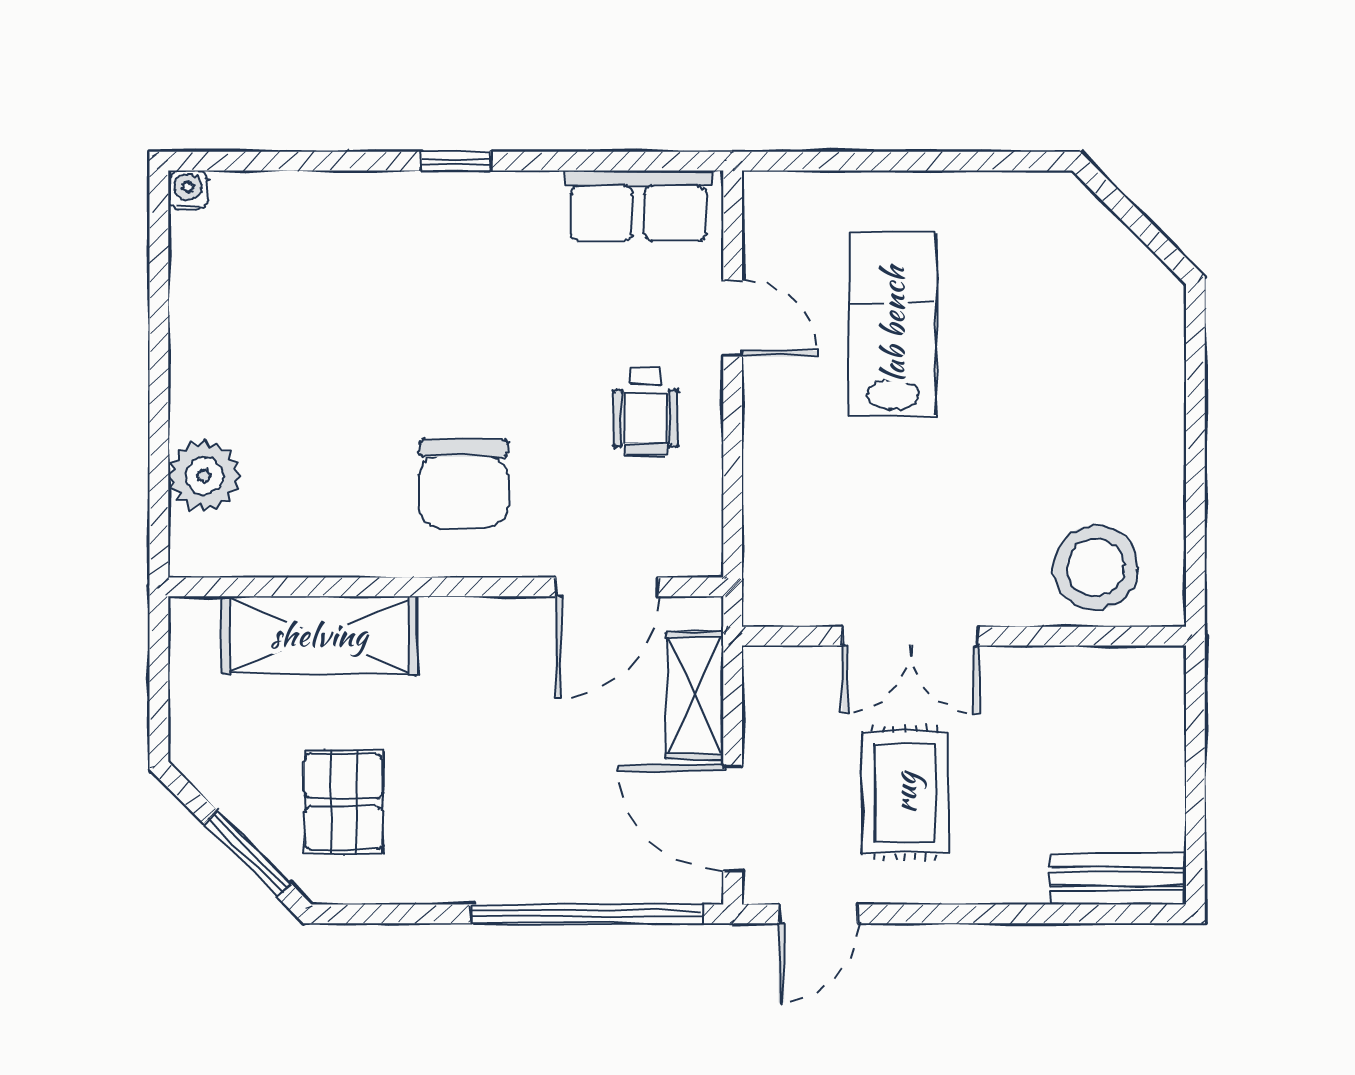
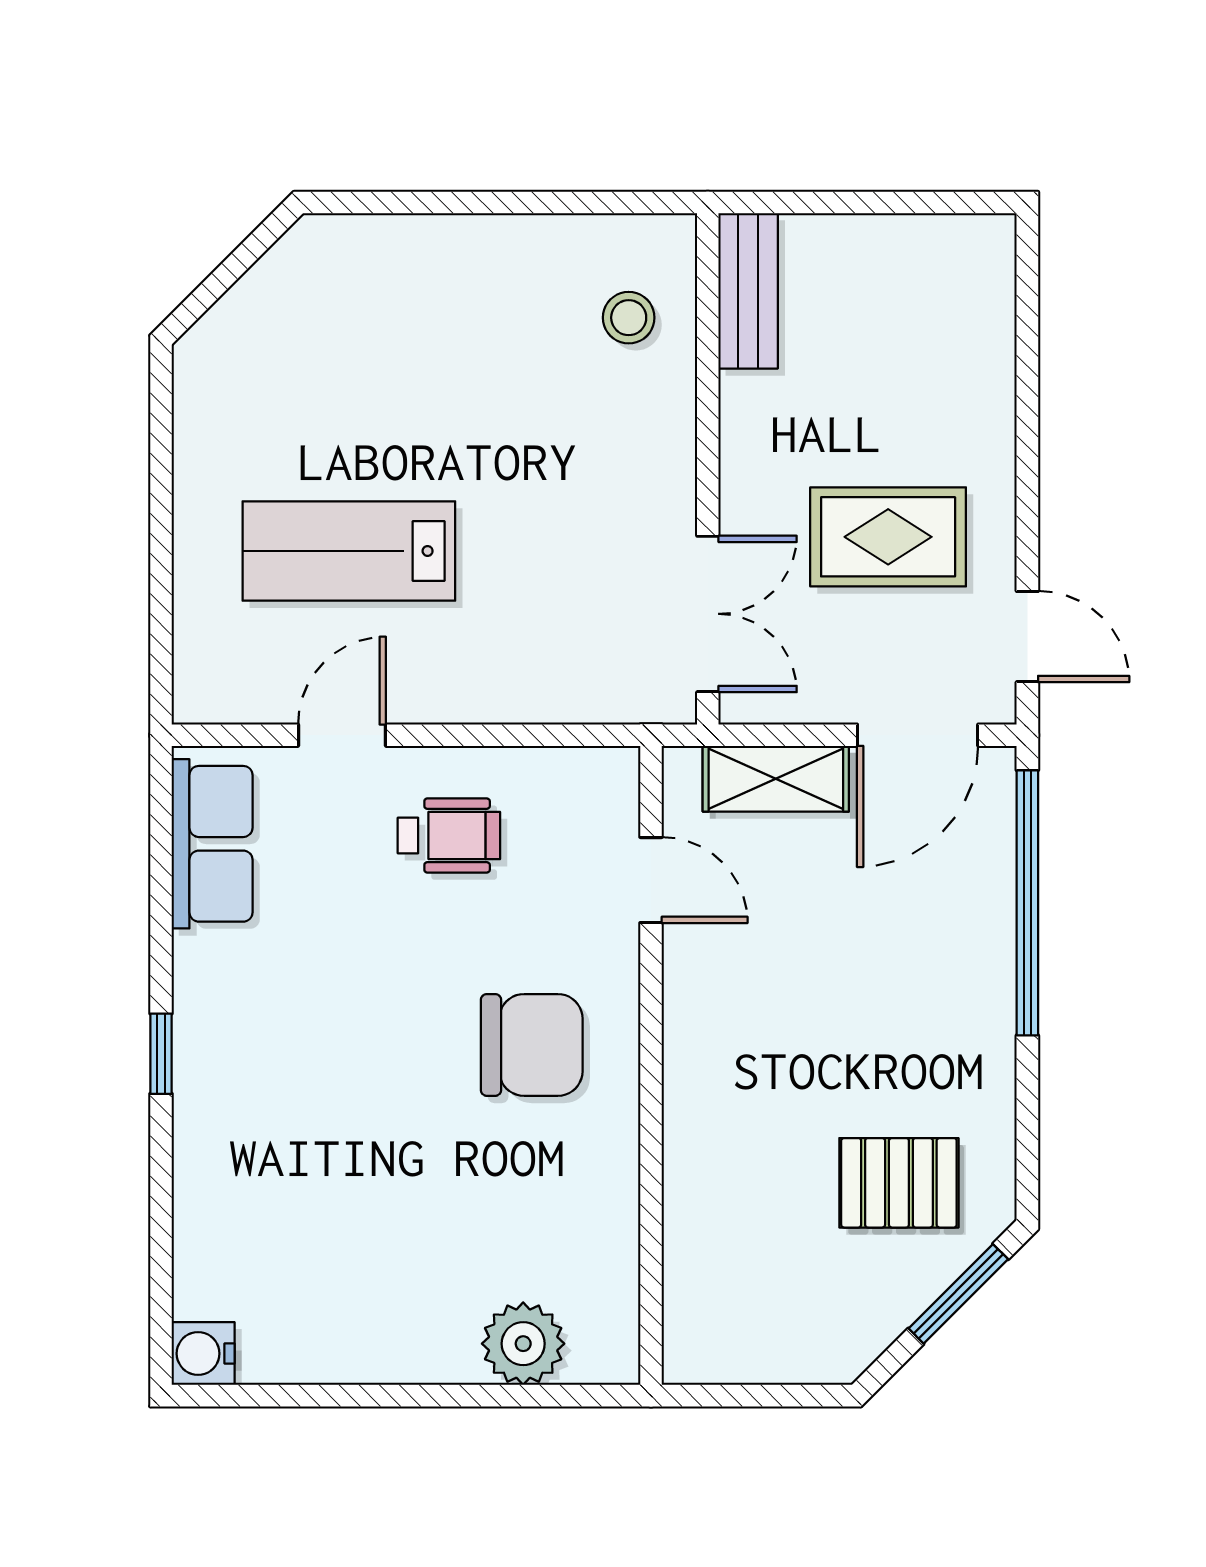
water cooler: (188, 190) -> (203, 1354), width x1.38, depth x1.38
stool: (1095, 567) -> (629, 318), width x0.53, depth x0.53
door: (607, 587) -> (651, 880), width x0.73
shelving: (319, 635) -> (707, 1211), removed
double door: (910, 636) -> (708, 614), moved
bench: (1119, 879) -> (748, 291), moved

